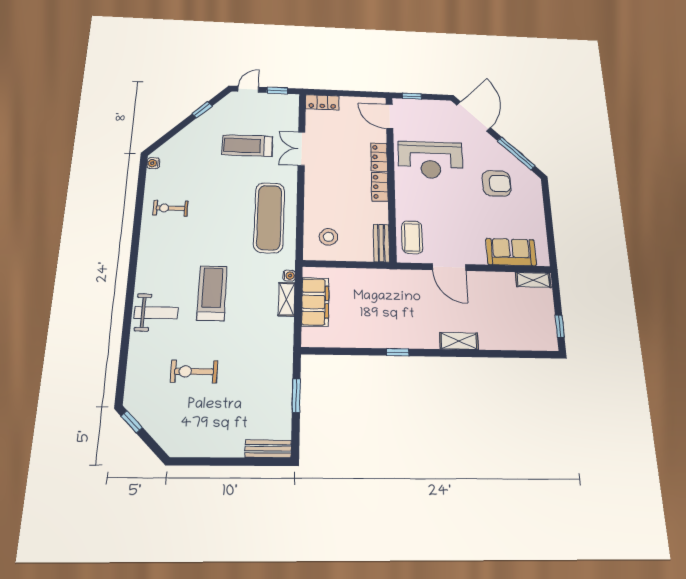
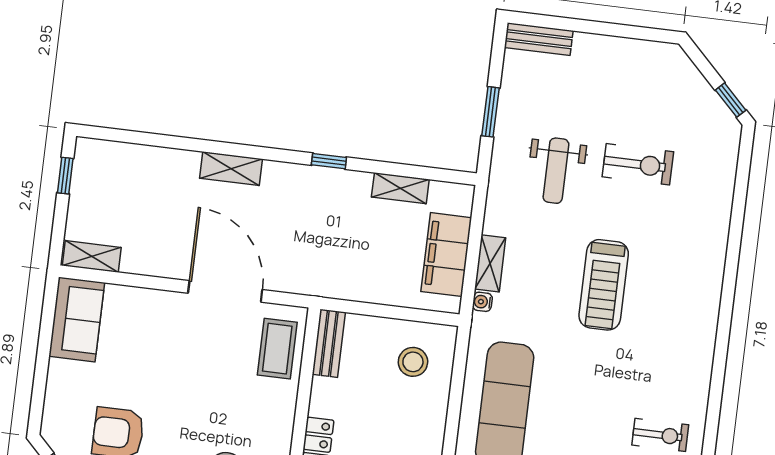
sofa: (511, 252) -> (77, 319), moved, turned -90
door: (449, 267) -> (225, 291), width x1.36
weight bench: (156, 313) -> (556, 171), moved, turned -90
shelving: (350, 340) -> (400, 188), added

